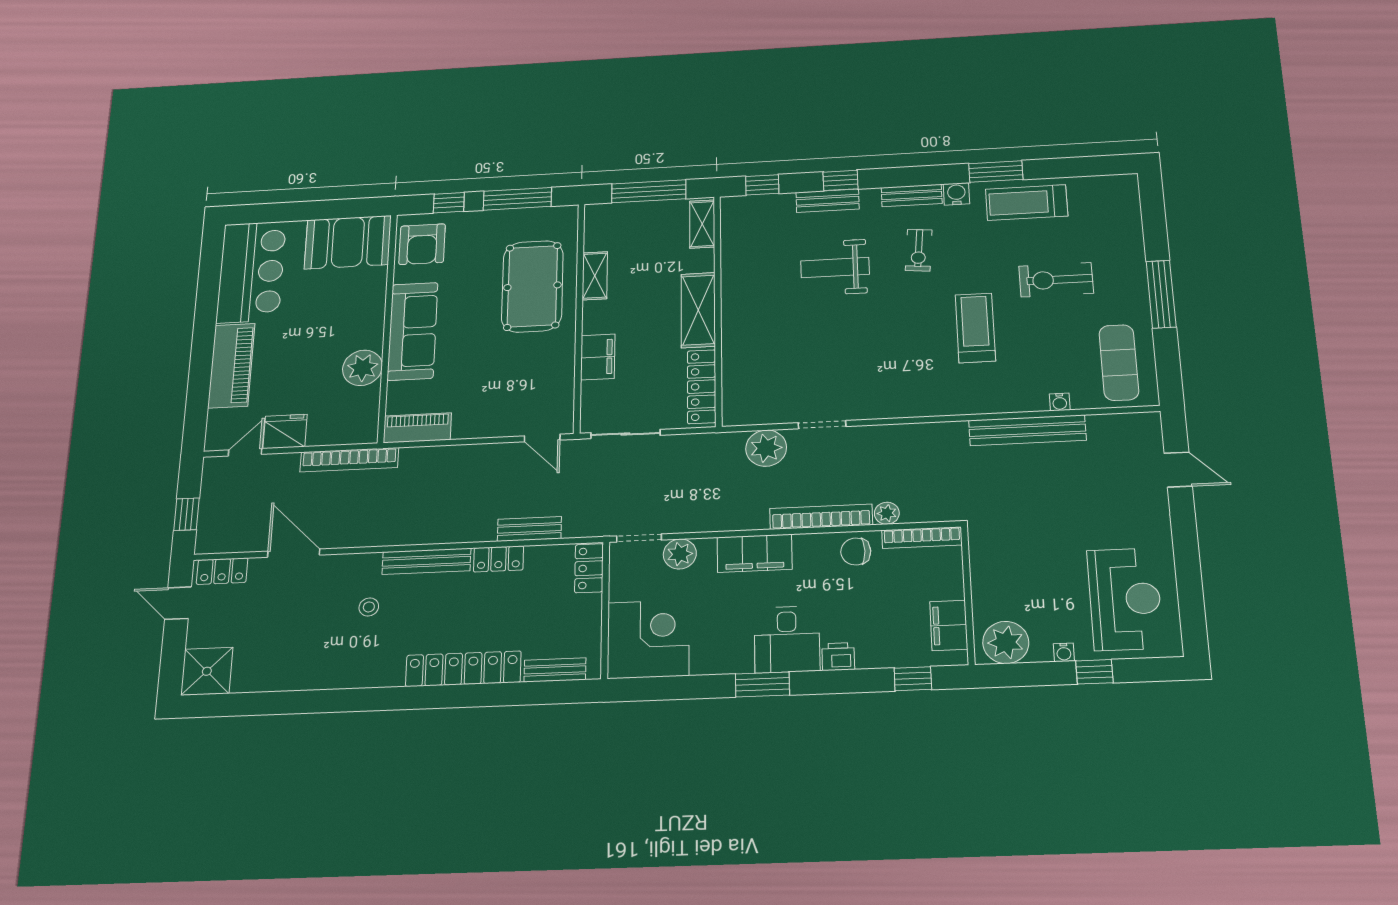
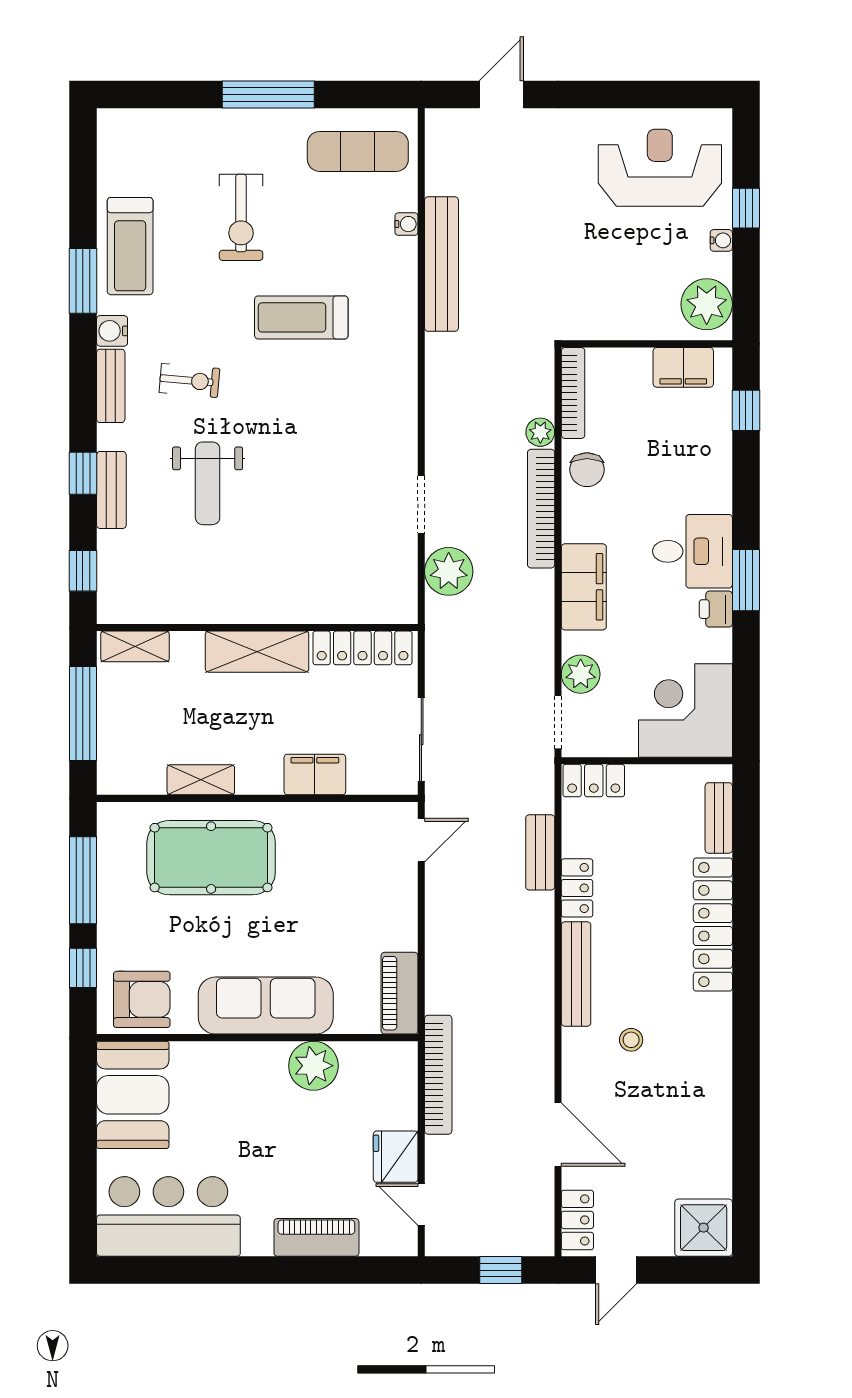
piano: (231, 366) -> (316, 1237), width x0.73, depth x0.75
door: (294, 553) -> (558, 1135), swing flipped
printer: (838, 657) -> (716, 609), moved

